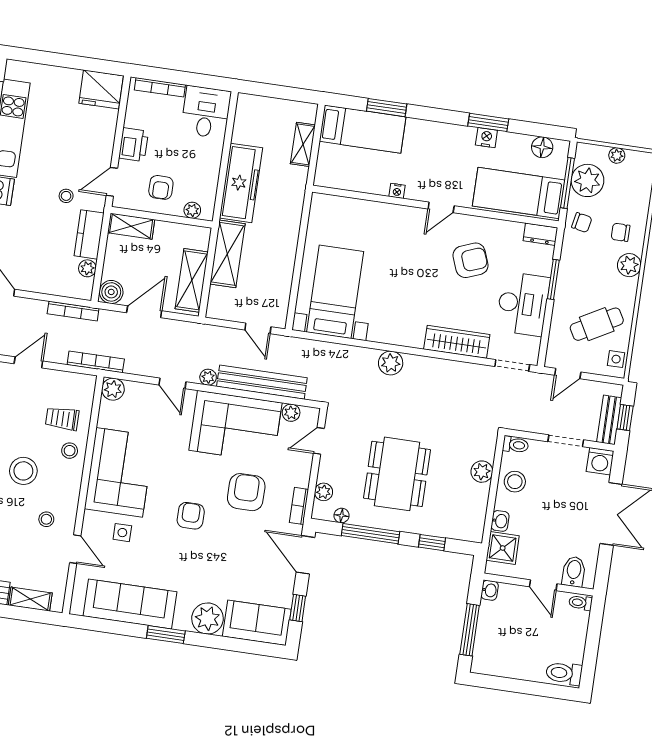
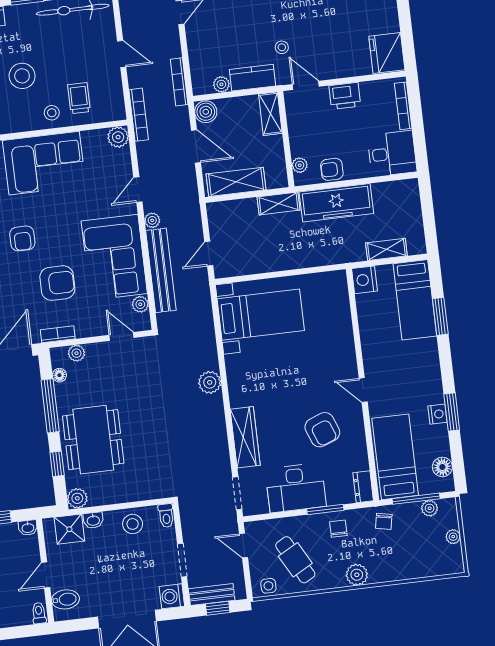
plant: (587, 180) -> (430, 508), width x0.53, depth x0.53
armchair: (161, 187) -> (332, 169), moved
nightstand: (397, 191) -> (365, 280), moved, width x1.89, depth x1.79
chair: (620, 232) -> (338, 529), moved
shelving: (227, 254) -> (278, 204), width x0.67, depth x0.75
plant: (482, 472) -> (77, 498), moved
dining table: (397, 474) -> (93, 440), moved, turned 90
armchair: (191, 516) -> (22, 238), turned 90

